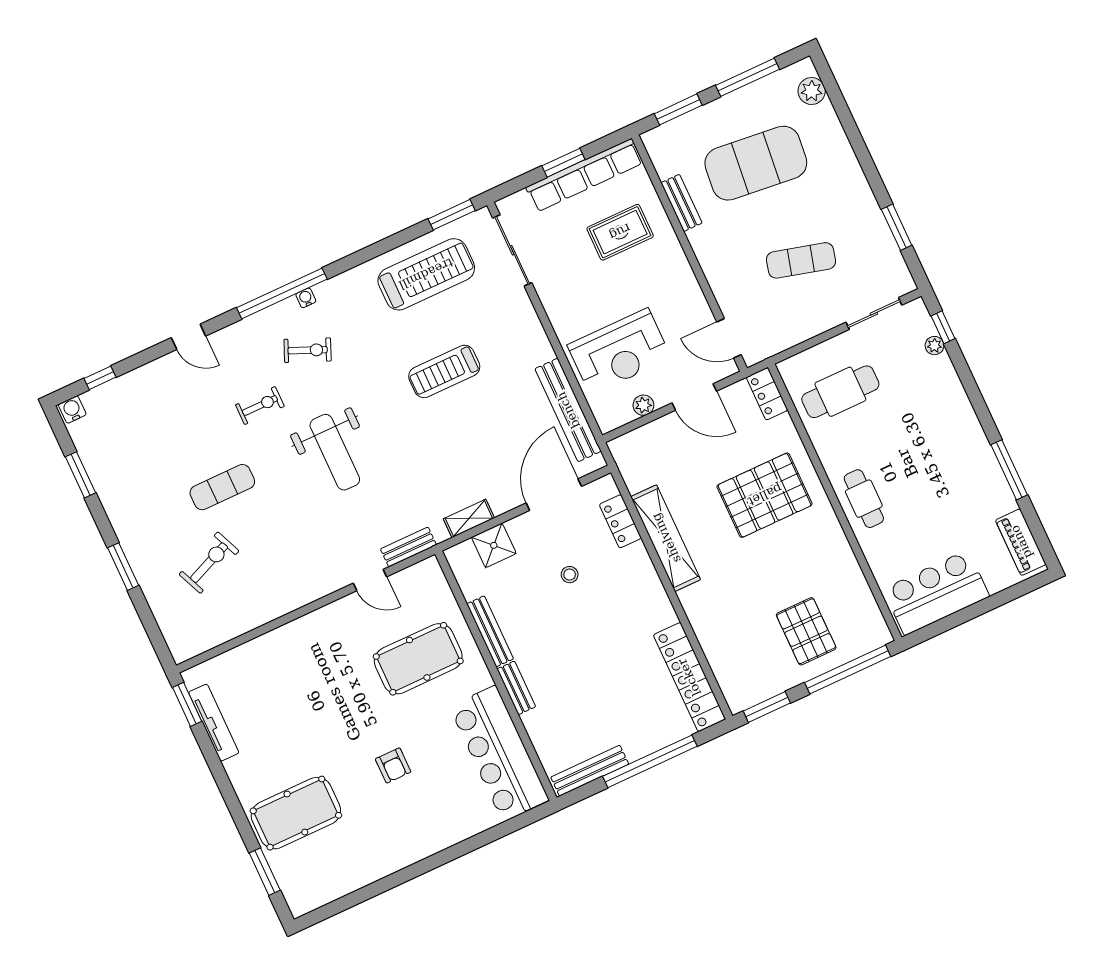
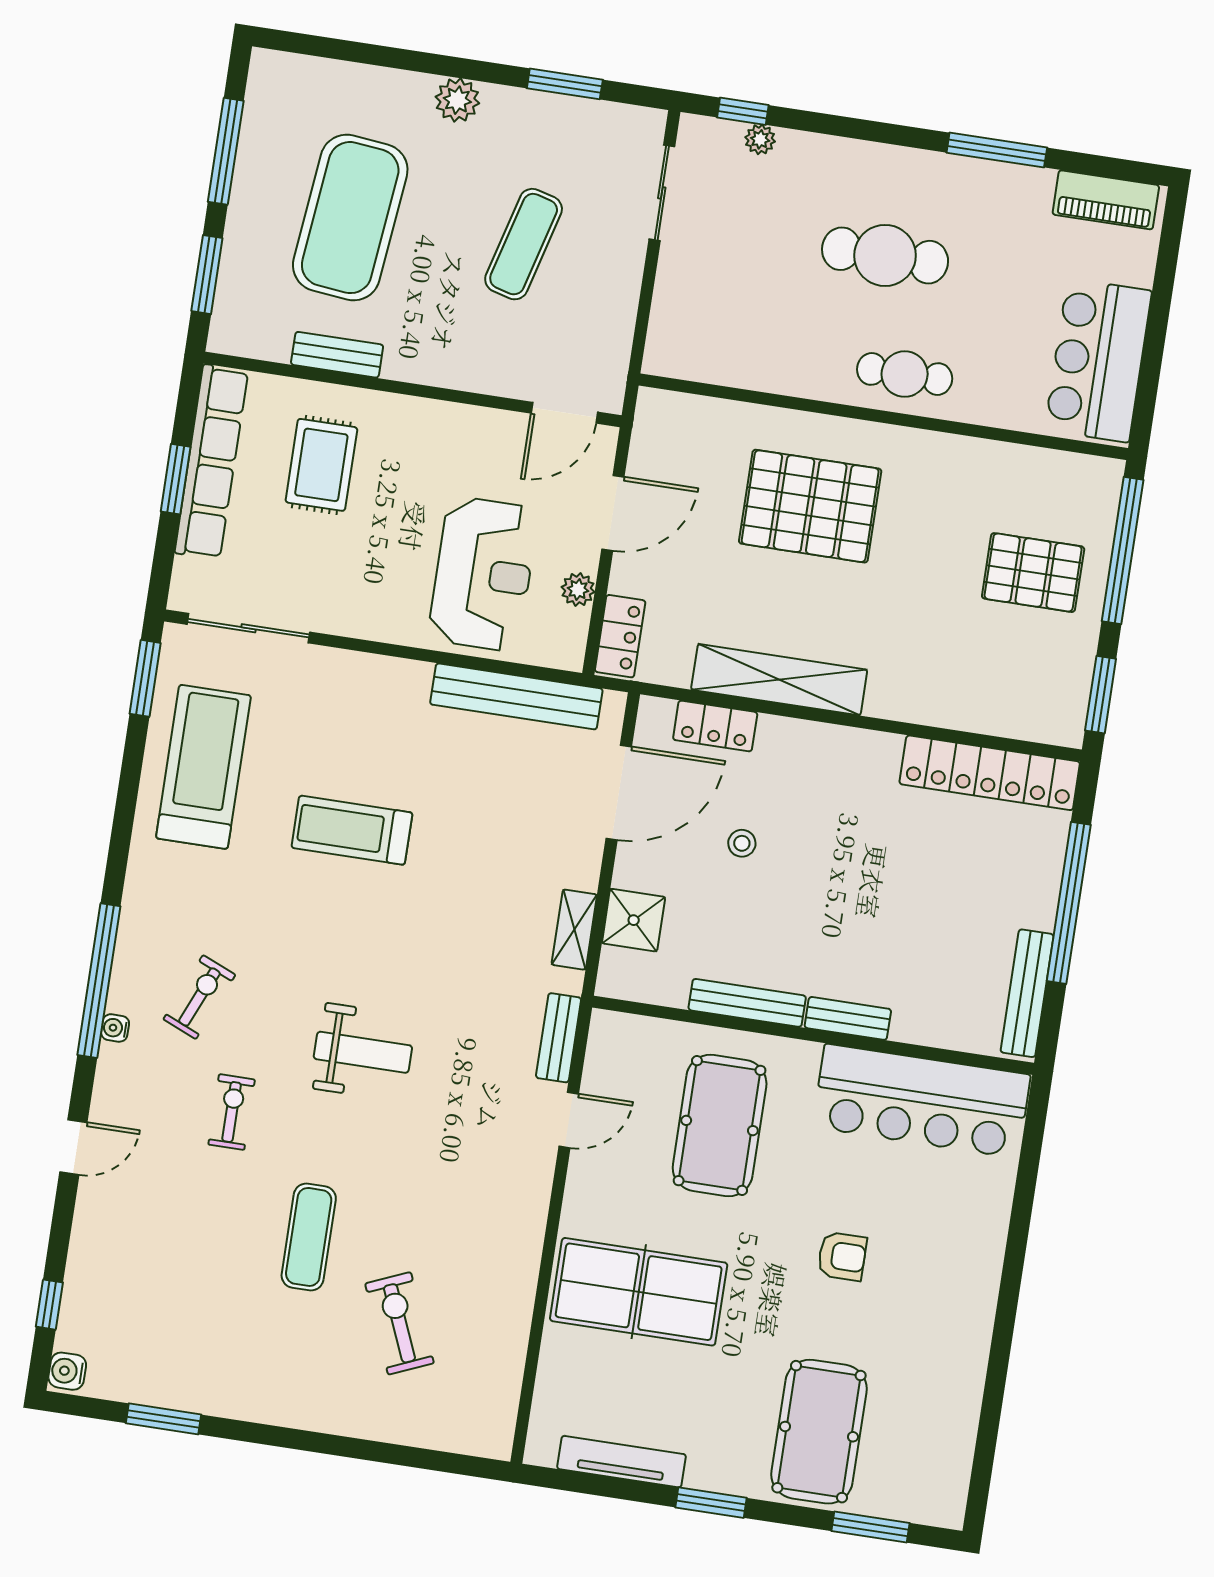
plant: (812, 91) -> (457, 100), moved
water cooler: (306, 298) -> (115, 1028), moved
treadmill: (444, 371) -> (352, 830), turned 90
cafe table: (840, 392) -> (885, 255), moved, turned 90
locker: (767, 394) -> (620, 636), moved, turned -90
weight bench: (335, 452) -> (363, 1052), width x0.73, depth x0.75
door: (554, 495) -> (619, 793), swing flipped
pallet: (765, 495) -> (810, 506), turned 90
window: (123, 567) -> (327, 1444), removed
table tennis table: (306, 674) -> (639, 1292), added
window: (187, 704) -> (711, 1503), moved

